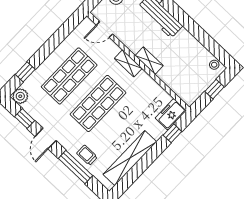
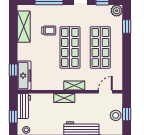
workbench: (195, 90) -> (24, 106), added
freezer: (171, 114) -> (24, 76), width x1.40
trolley: (87, 155) -> (49, 30), moved
shelving: (130, 158) -> (24, 27), width x0.68

